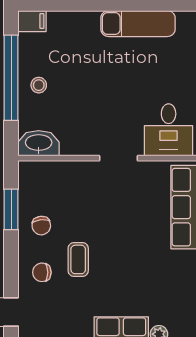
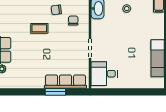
chair: (42, 272) -> (73, 21), moved

